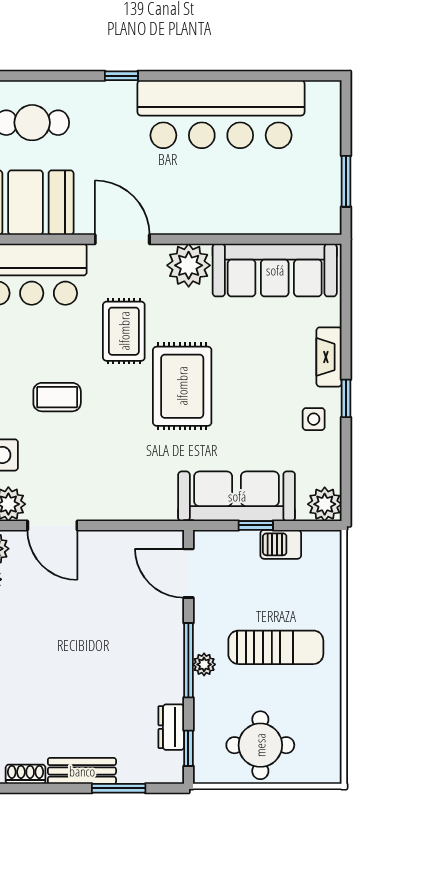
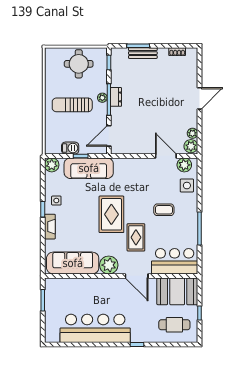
door: (188, 573) -> (109, 136), swing flipped
dresser: (171, 727) -> (116, 97), moved
bench: (82, 771) -> (143, 53), moved

